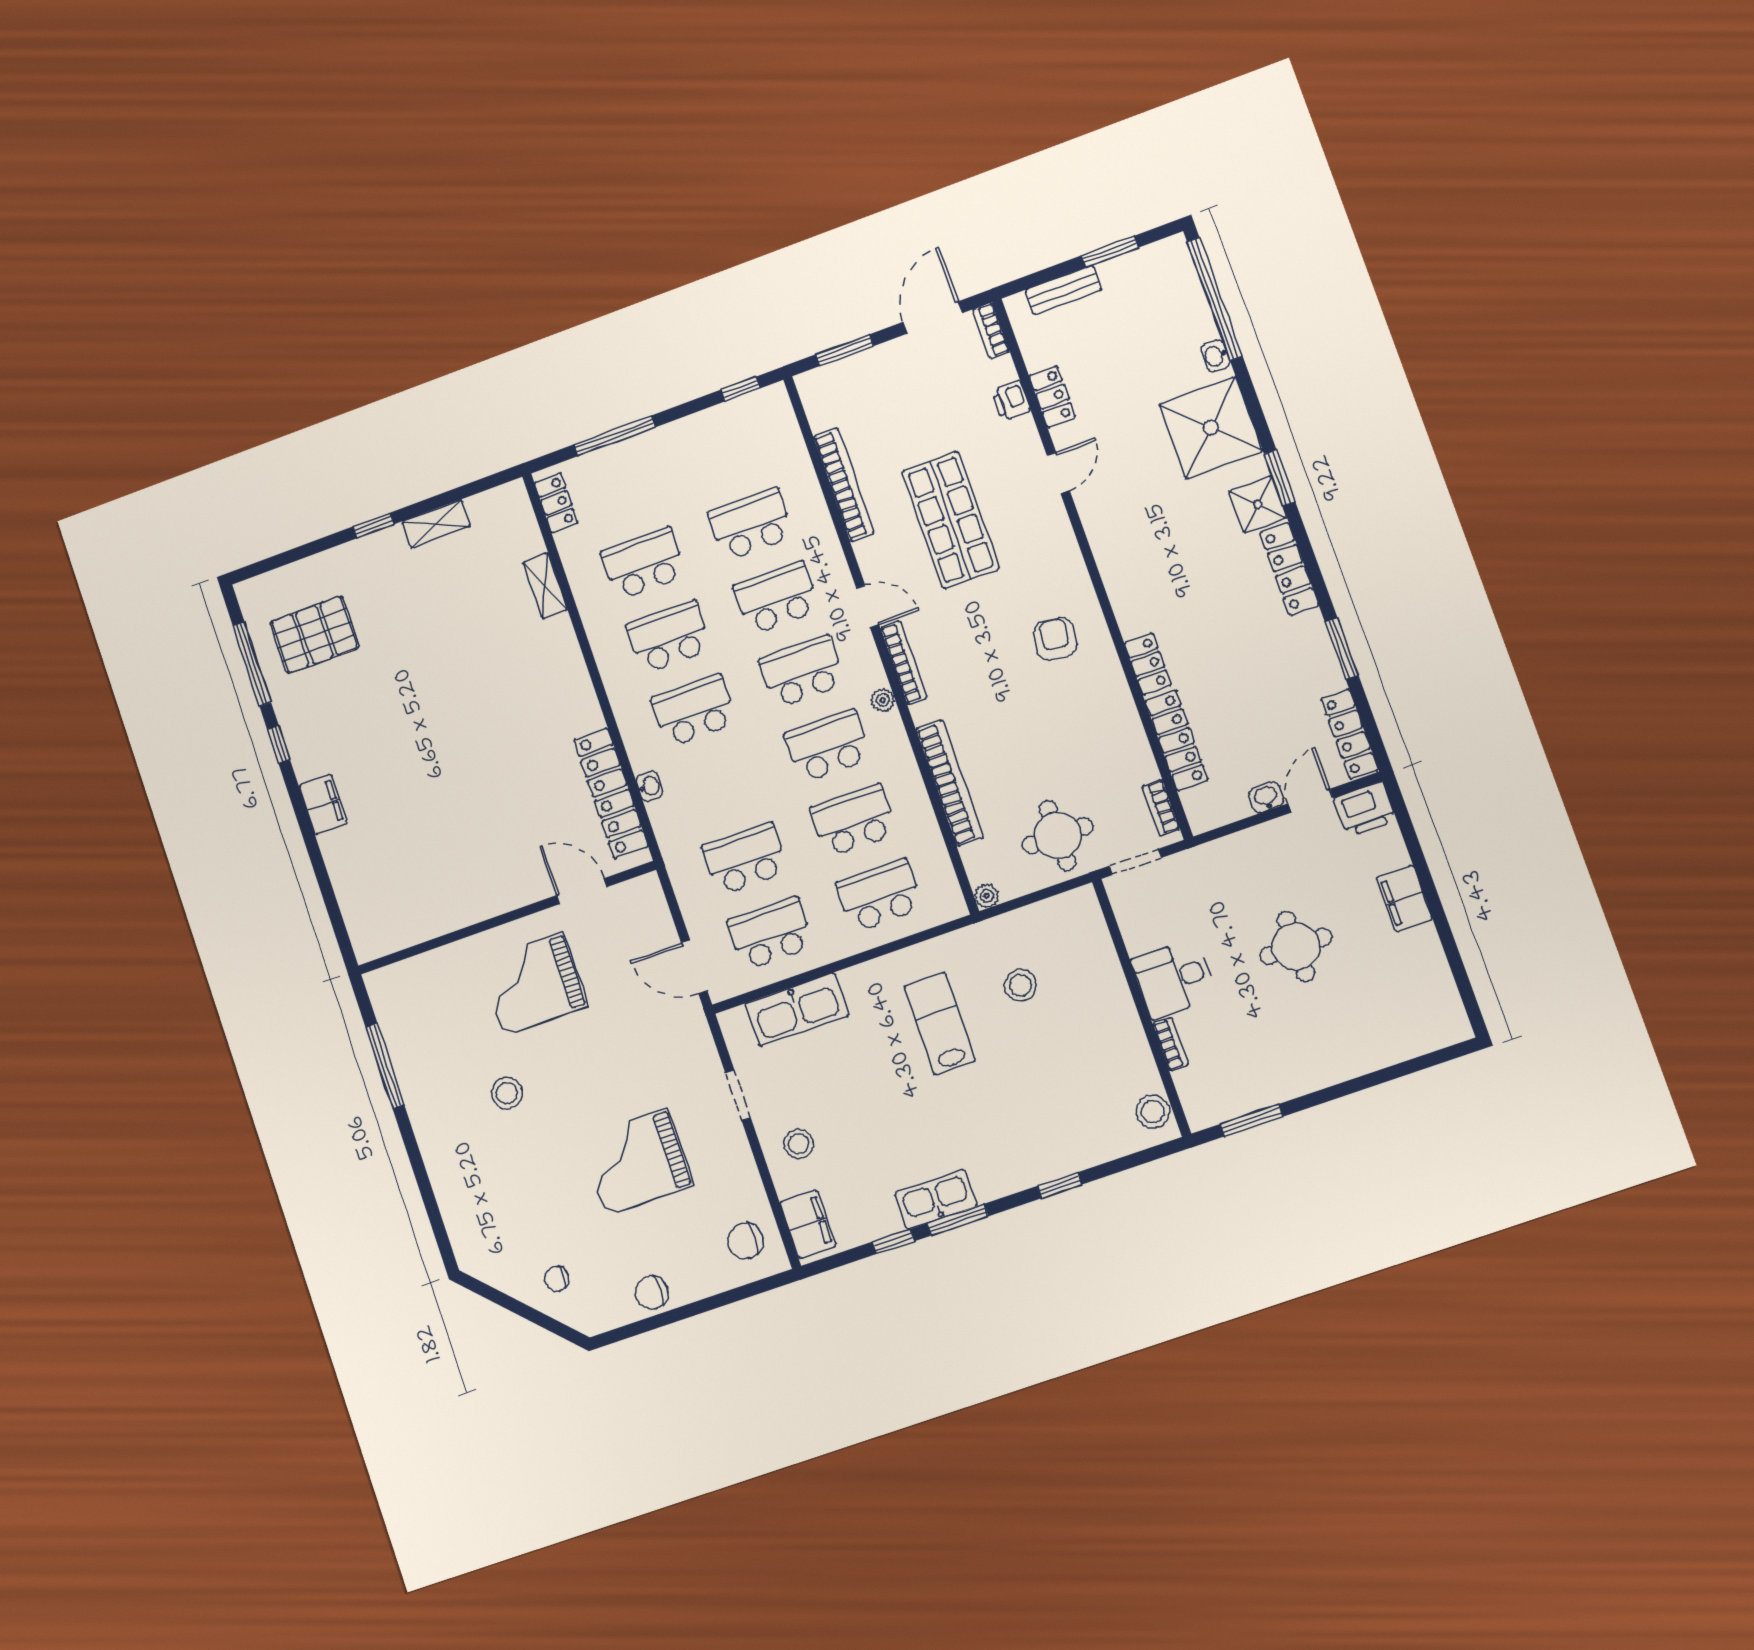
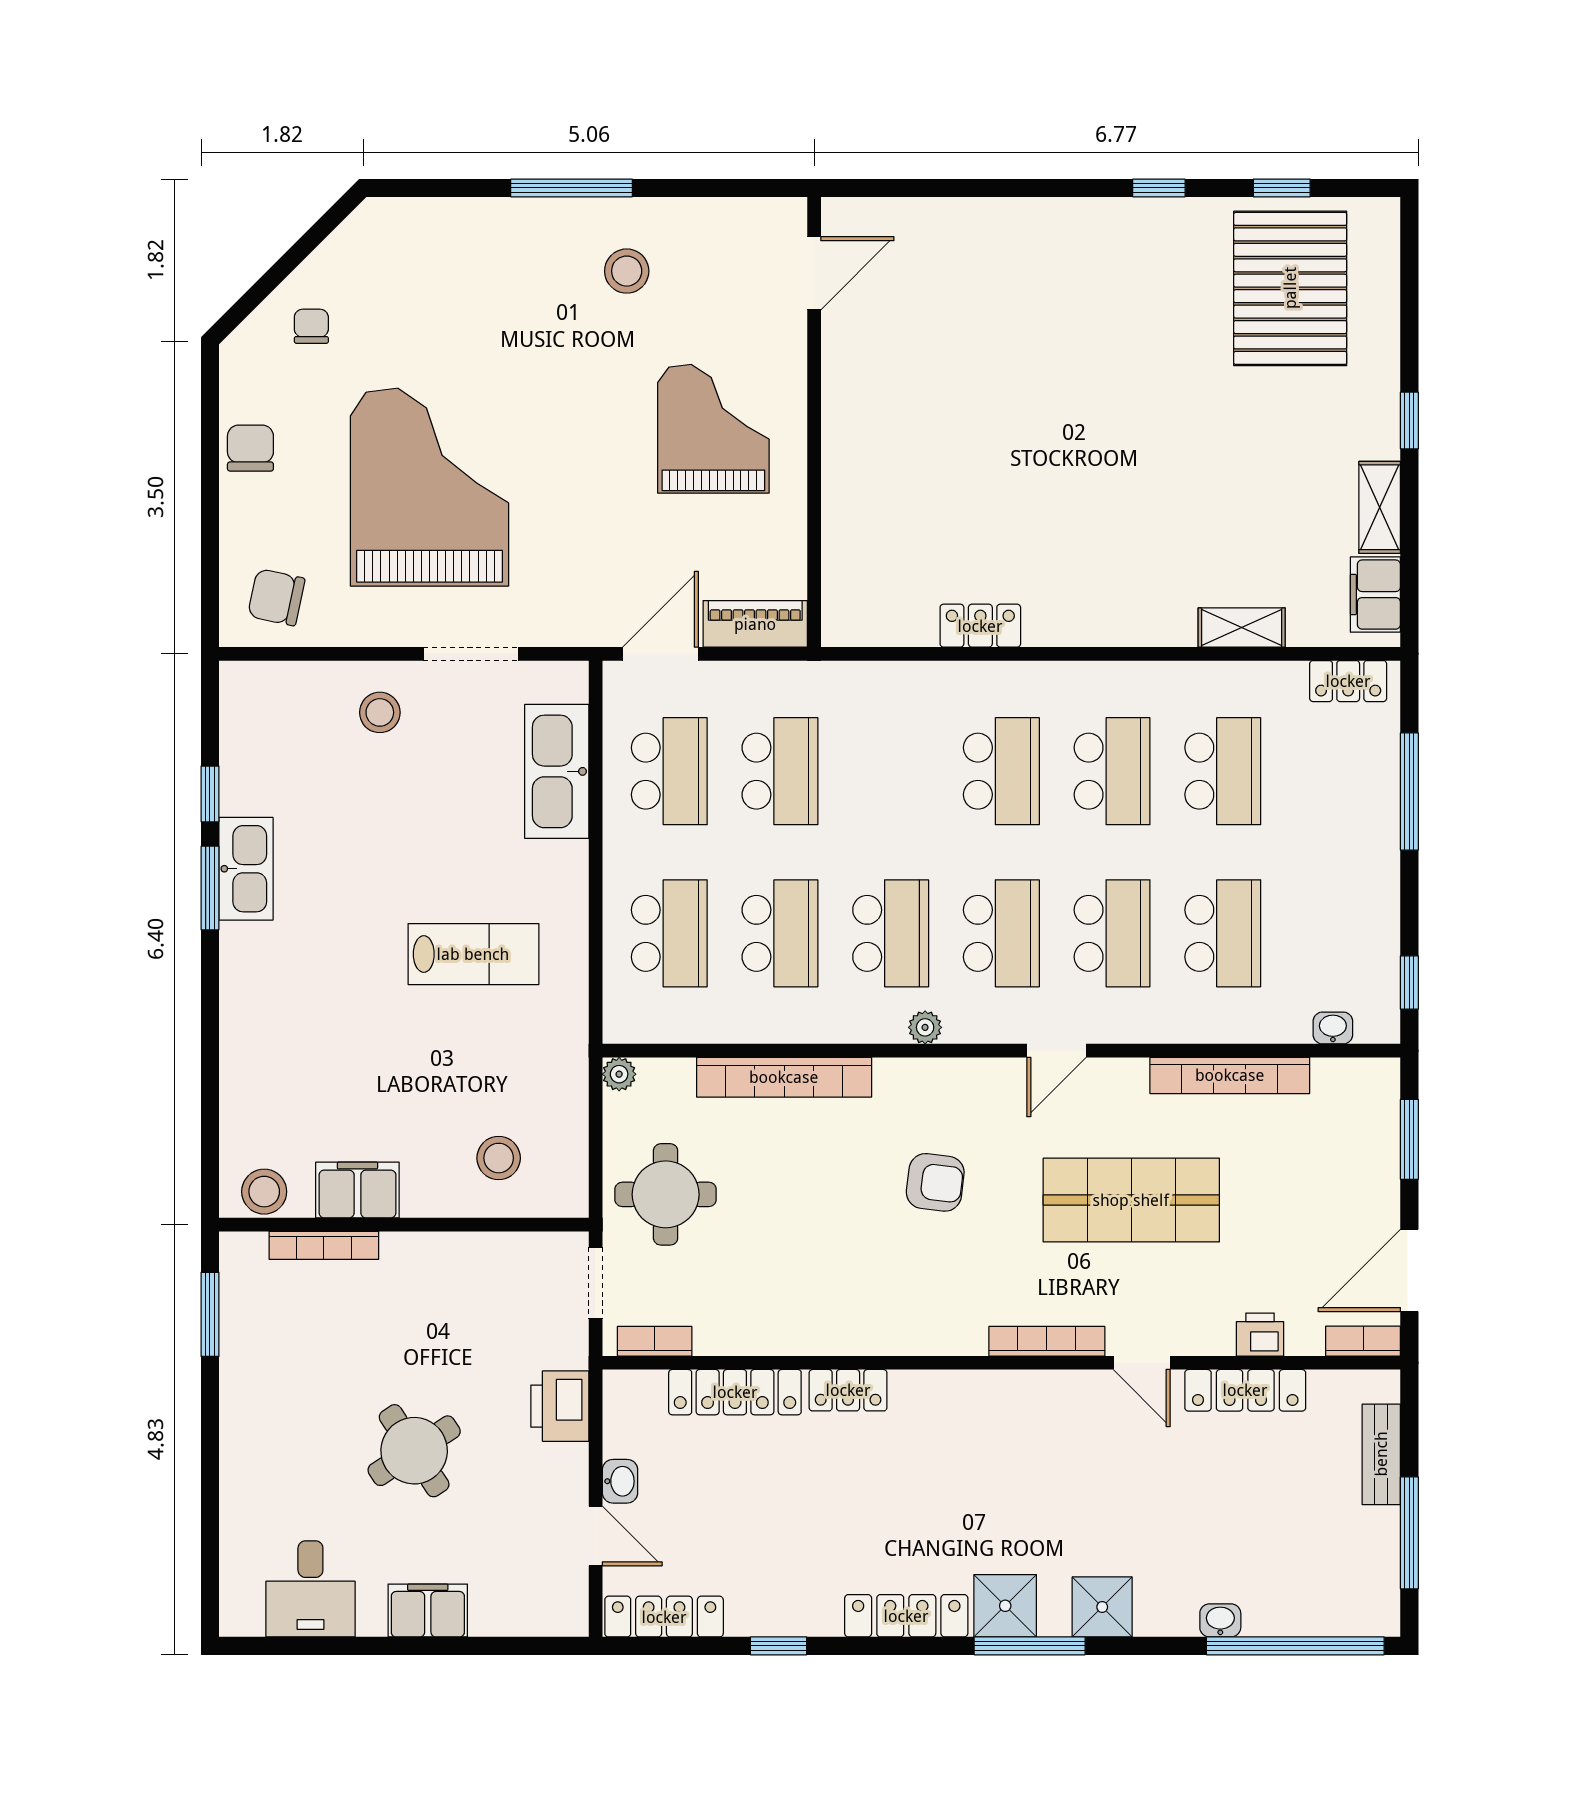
window: (1110, 252) -> (1409, 1533), width x1.44
door: (933, 318) -> (1409, 1271), swing flipped
locker: (1052, 397) -> (1245, 1390), width x1.53
shower: (1211, 428) -> (1102, 1607), width x0.54, depth x0.54
window: (1280, 478) -> (1030, 1646), width x1.44
pallet: (315, 635) -> (1290, 288), width x1.37, depth x1.41
armchair: (1055, 639) -> (935, 1182), moved
window: (1342, 649) -> (779, 1646), width x0.67
bookcase: (904, 663) -> (1047, 1341), moved, turned 180
window: (252, 664) -> (1282, 188), width x0.46
washbasin: (649, 786) -> (1333, 1028), moved, turned 180
locker: (611, 793) -> (980, 626), width x0.46, depth x0.83
filing cabinet: (323, 804) -> (1375, 595), moved, turned 90
printer: (1365, 809) -> (560, 1406), moved
door: (582, 891) -> (814, 273), moved
piano: (653, 910) -> (755, 624), added
round table: (1296, 946) -> (414, 1451), turned -33
desk: (1174, 979) -> (310, 1589), moved, turned 180
stool: (1020, 985) -> (499, 1158), moved
bookcase: (1171, 1044) -> (324, 1245), width x1.56
window: (385, 1066) -> (571, 188), moved
stool: (507, 1093) -> (627, 271), moved
doorway: (738, 1095) -> (471, 654), width x1.38
grand piano: (636, 1162) -> (429, 487), width x1.37, depth x1.48
window: (1060, 1185) -> (210, 1037), removed
filing cabinet: (808, 1224) -> (357, 1190), moved, turned 180
chair: (745, 1241) -> (276, 597), turned -78

